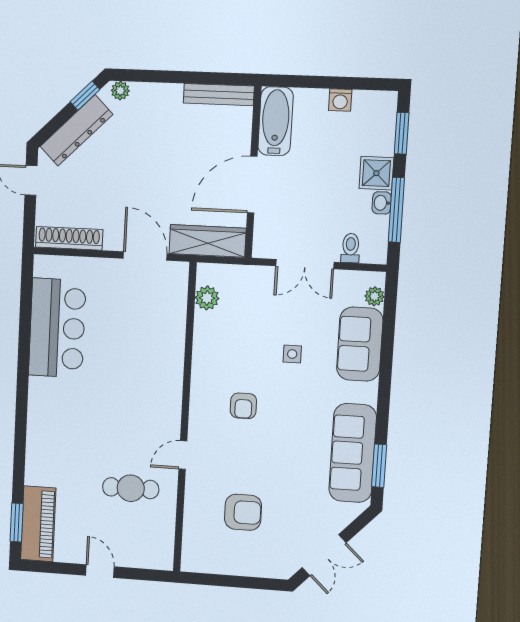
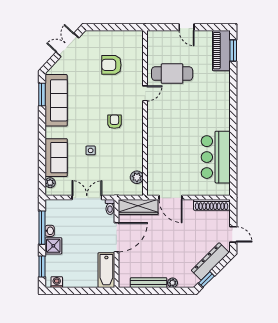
plant: (120, 91) -> (173, 283), moved
bench: (219, 95) -> (149, 283), moved
washing machine: (340, 100) -> (57, 282), moved
toilet: (351, 248) -> (110, 207), moved
cafe table: (131, 488) -> (172, 74), width x1.37, depth x1.35

